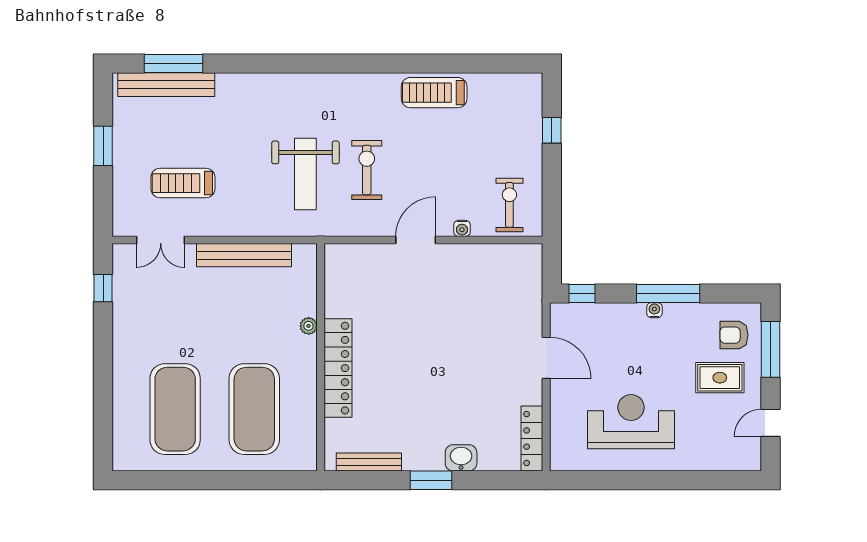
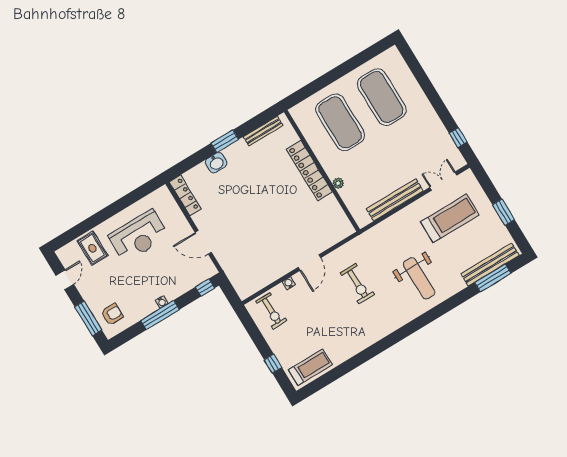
treadmill: (434, 93) -> (310, 367), moved
weight bench: (305, 174) -> (419, 278), moved, turned 180
treadmill: (183, 183) -> (450, 218), width x1.37, depth x1.38
rug: (720, 378) -> (92, 248), moved, turned 90

